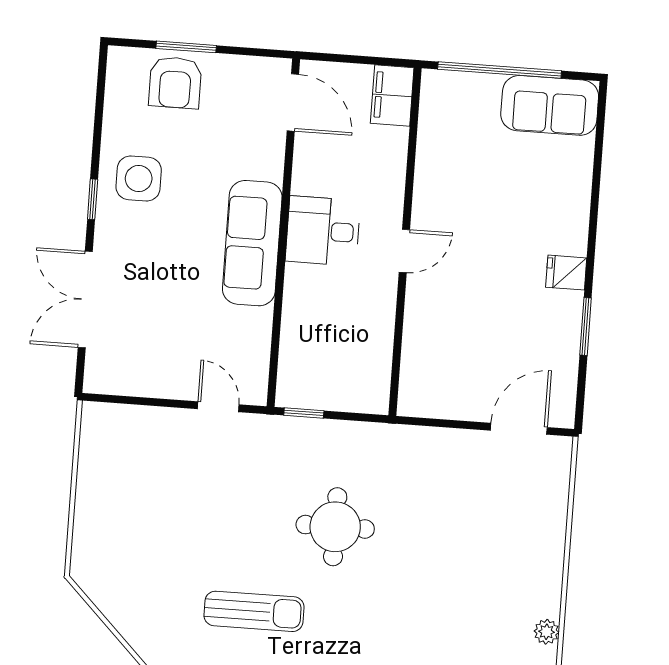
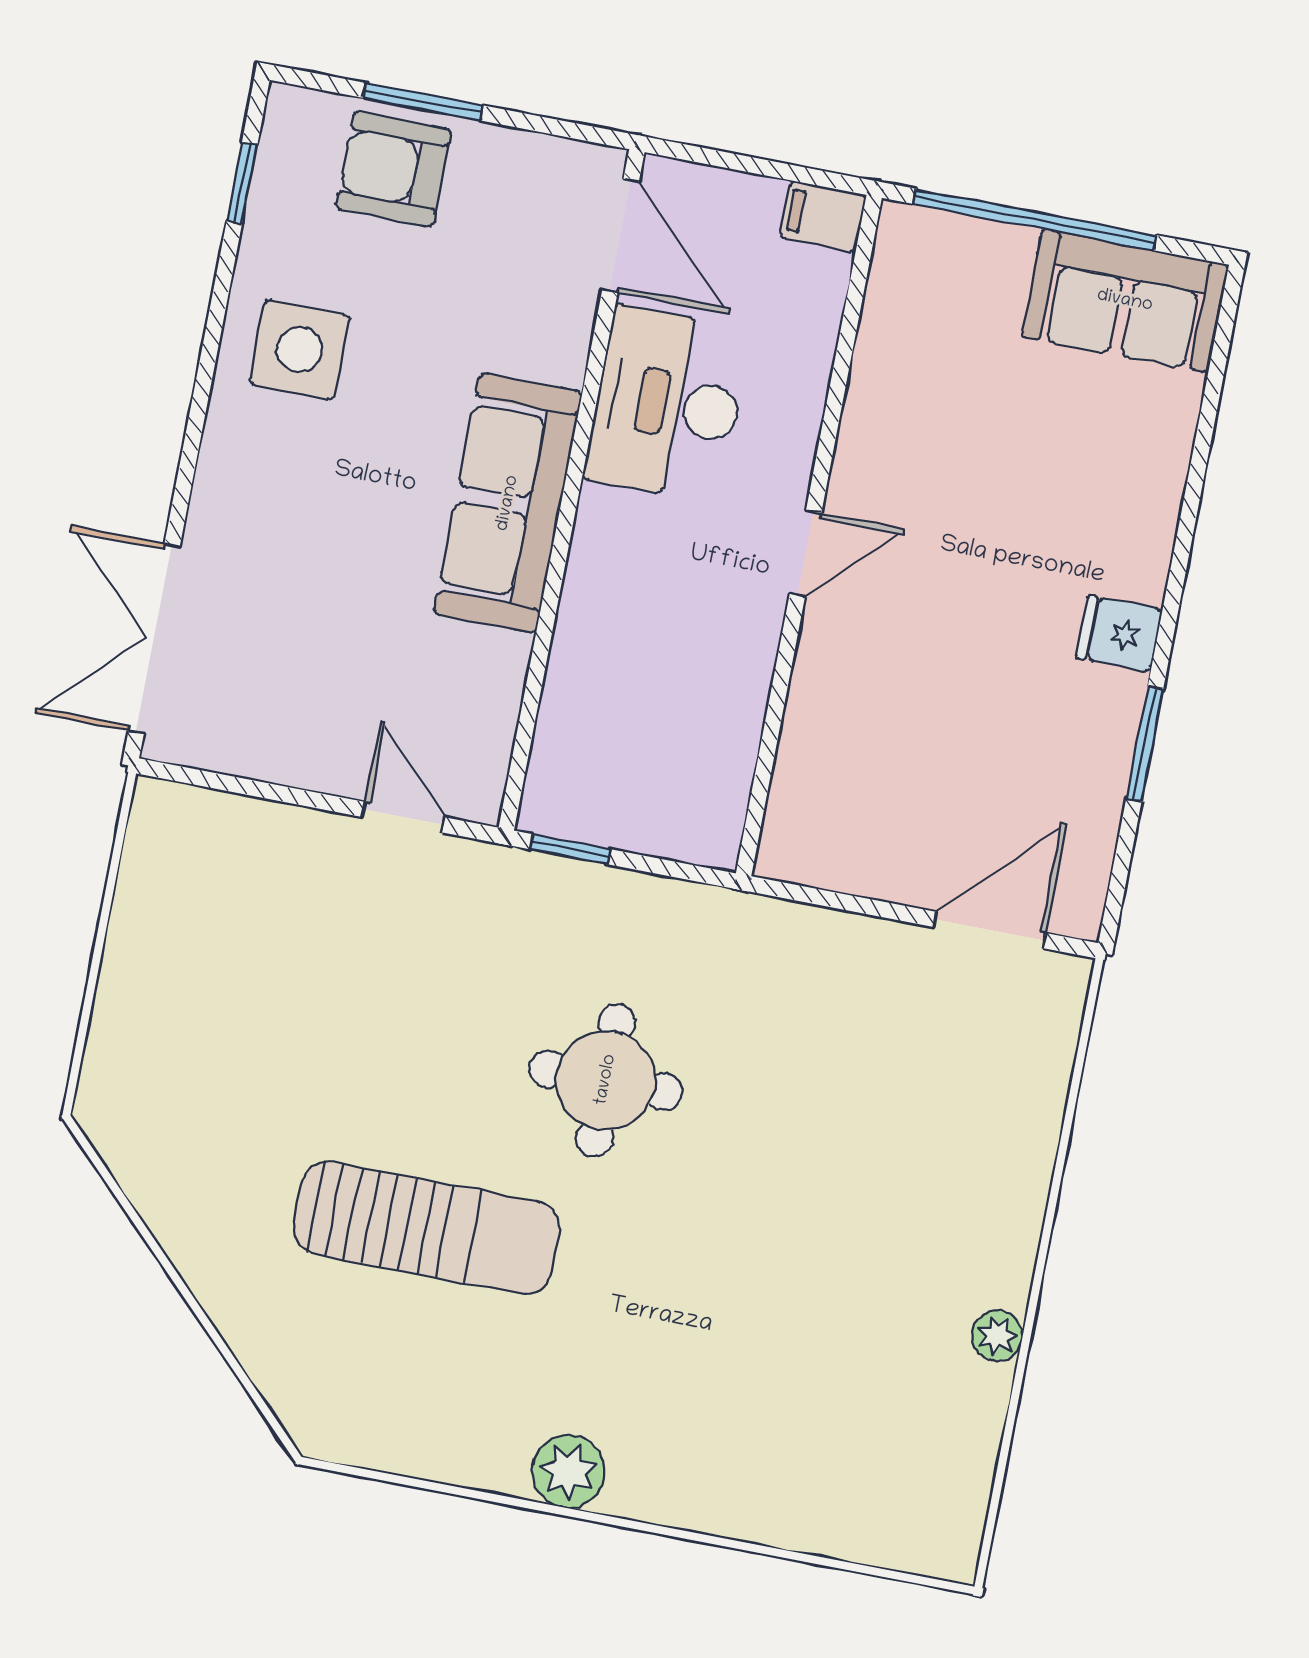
armchair: (175, 82) -> (393, 169), turned 90
filing cabinet: (392, 95) -> (823, 216), width x0.50
window: (93, 199) -> (242, 183), moved
desk: (323, 231) -> (668, 404), moved, width x1.37
double door: (85, 299) -> (154, 639), moved
sun lounger: (254, 611) -> (426, 1228), width x1.36, depth x1.34

